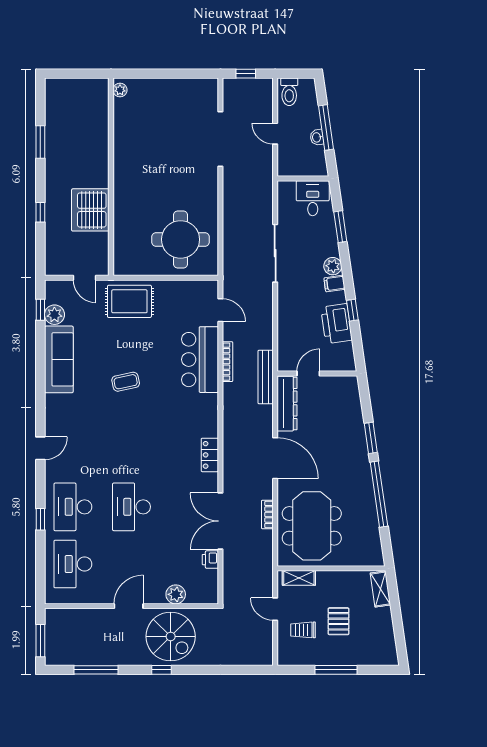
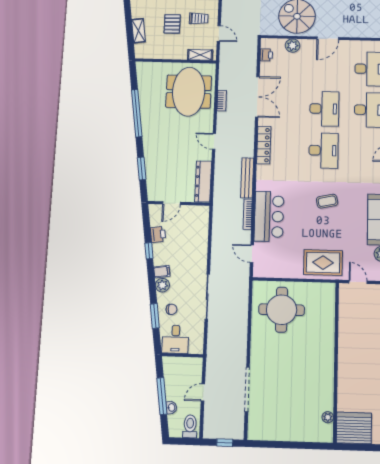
plant: (120, 90) -> (328, 417), moved
door: (275, 134) -> (203, 392), swing flipped
washbasin: (317, 137) -> (171, 407), moved
server rack: (90, 210) -> (354, 428), moved, turned -90
chair: (320, 236) -> (171, 309), added
printer: (336, 324) -> (158, 234), width x0.53, depth x0.68
door: (308, 373) -> (172, 203), moved
bench: (266, 377) -> (247, 178), moved
window: (371, 438) -> (142, 169), moved
desk: (131, 450) -> (324, 150), added
locker: (210, 455) -> (264, 145), width x1.53
door: (275, 458) -> (214, 141), width x0.53
printer: (210, 560) -> (266, 55), moved
shelving: (380, 589) -> (138, 31), moved

